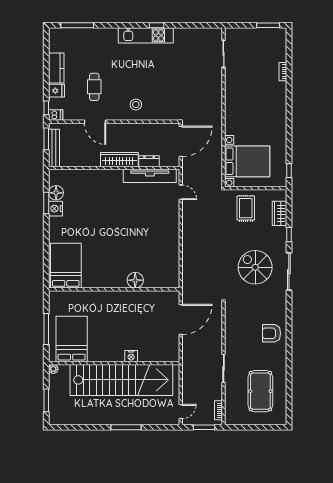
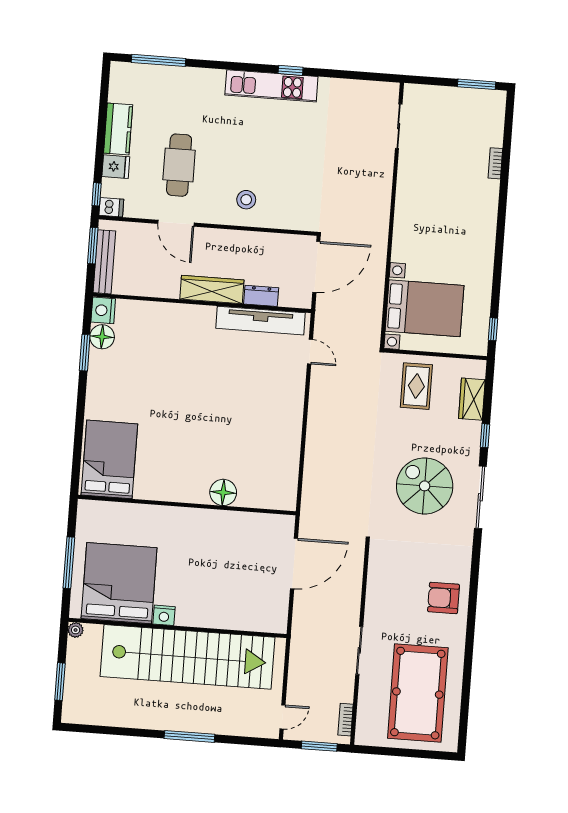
cafe table: (94, 87) -> (179, 165), width x1.37, depth x1.35
nightstand: (55, 209) -> (103, 310), moved
bed: (72, 339) -> (119, 583), width x1.36
nightstand: (131, 356) -> (164, 615), moved
pool table: (260, 391) -> (418, 693), width x1.36, depth x1.32

